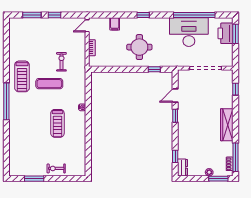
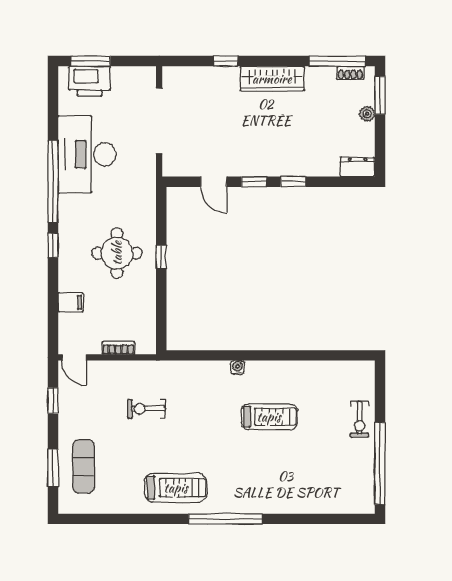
window: (54, 15) -> (53, 401), moved
window: (194, 15) -> (53, 181), moved
window: (154, 69) -> (161, 257), moved
exercise mat: (49, 84) -> (83, 466), moved
window: (235, 89) -> (226, 61), moved
window: (175, 156) -> (293, 182), moved
window: (34, 179) -> (380, 463), width x2.11

